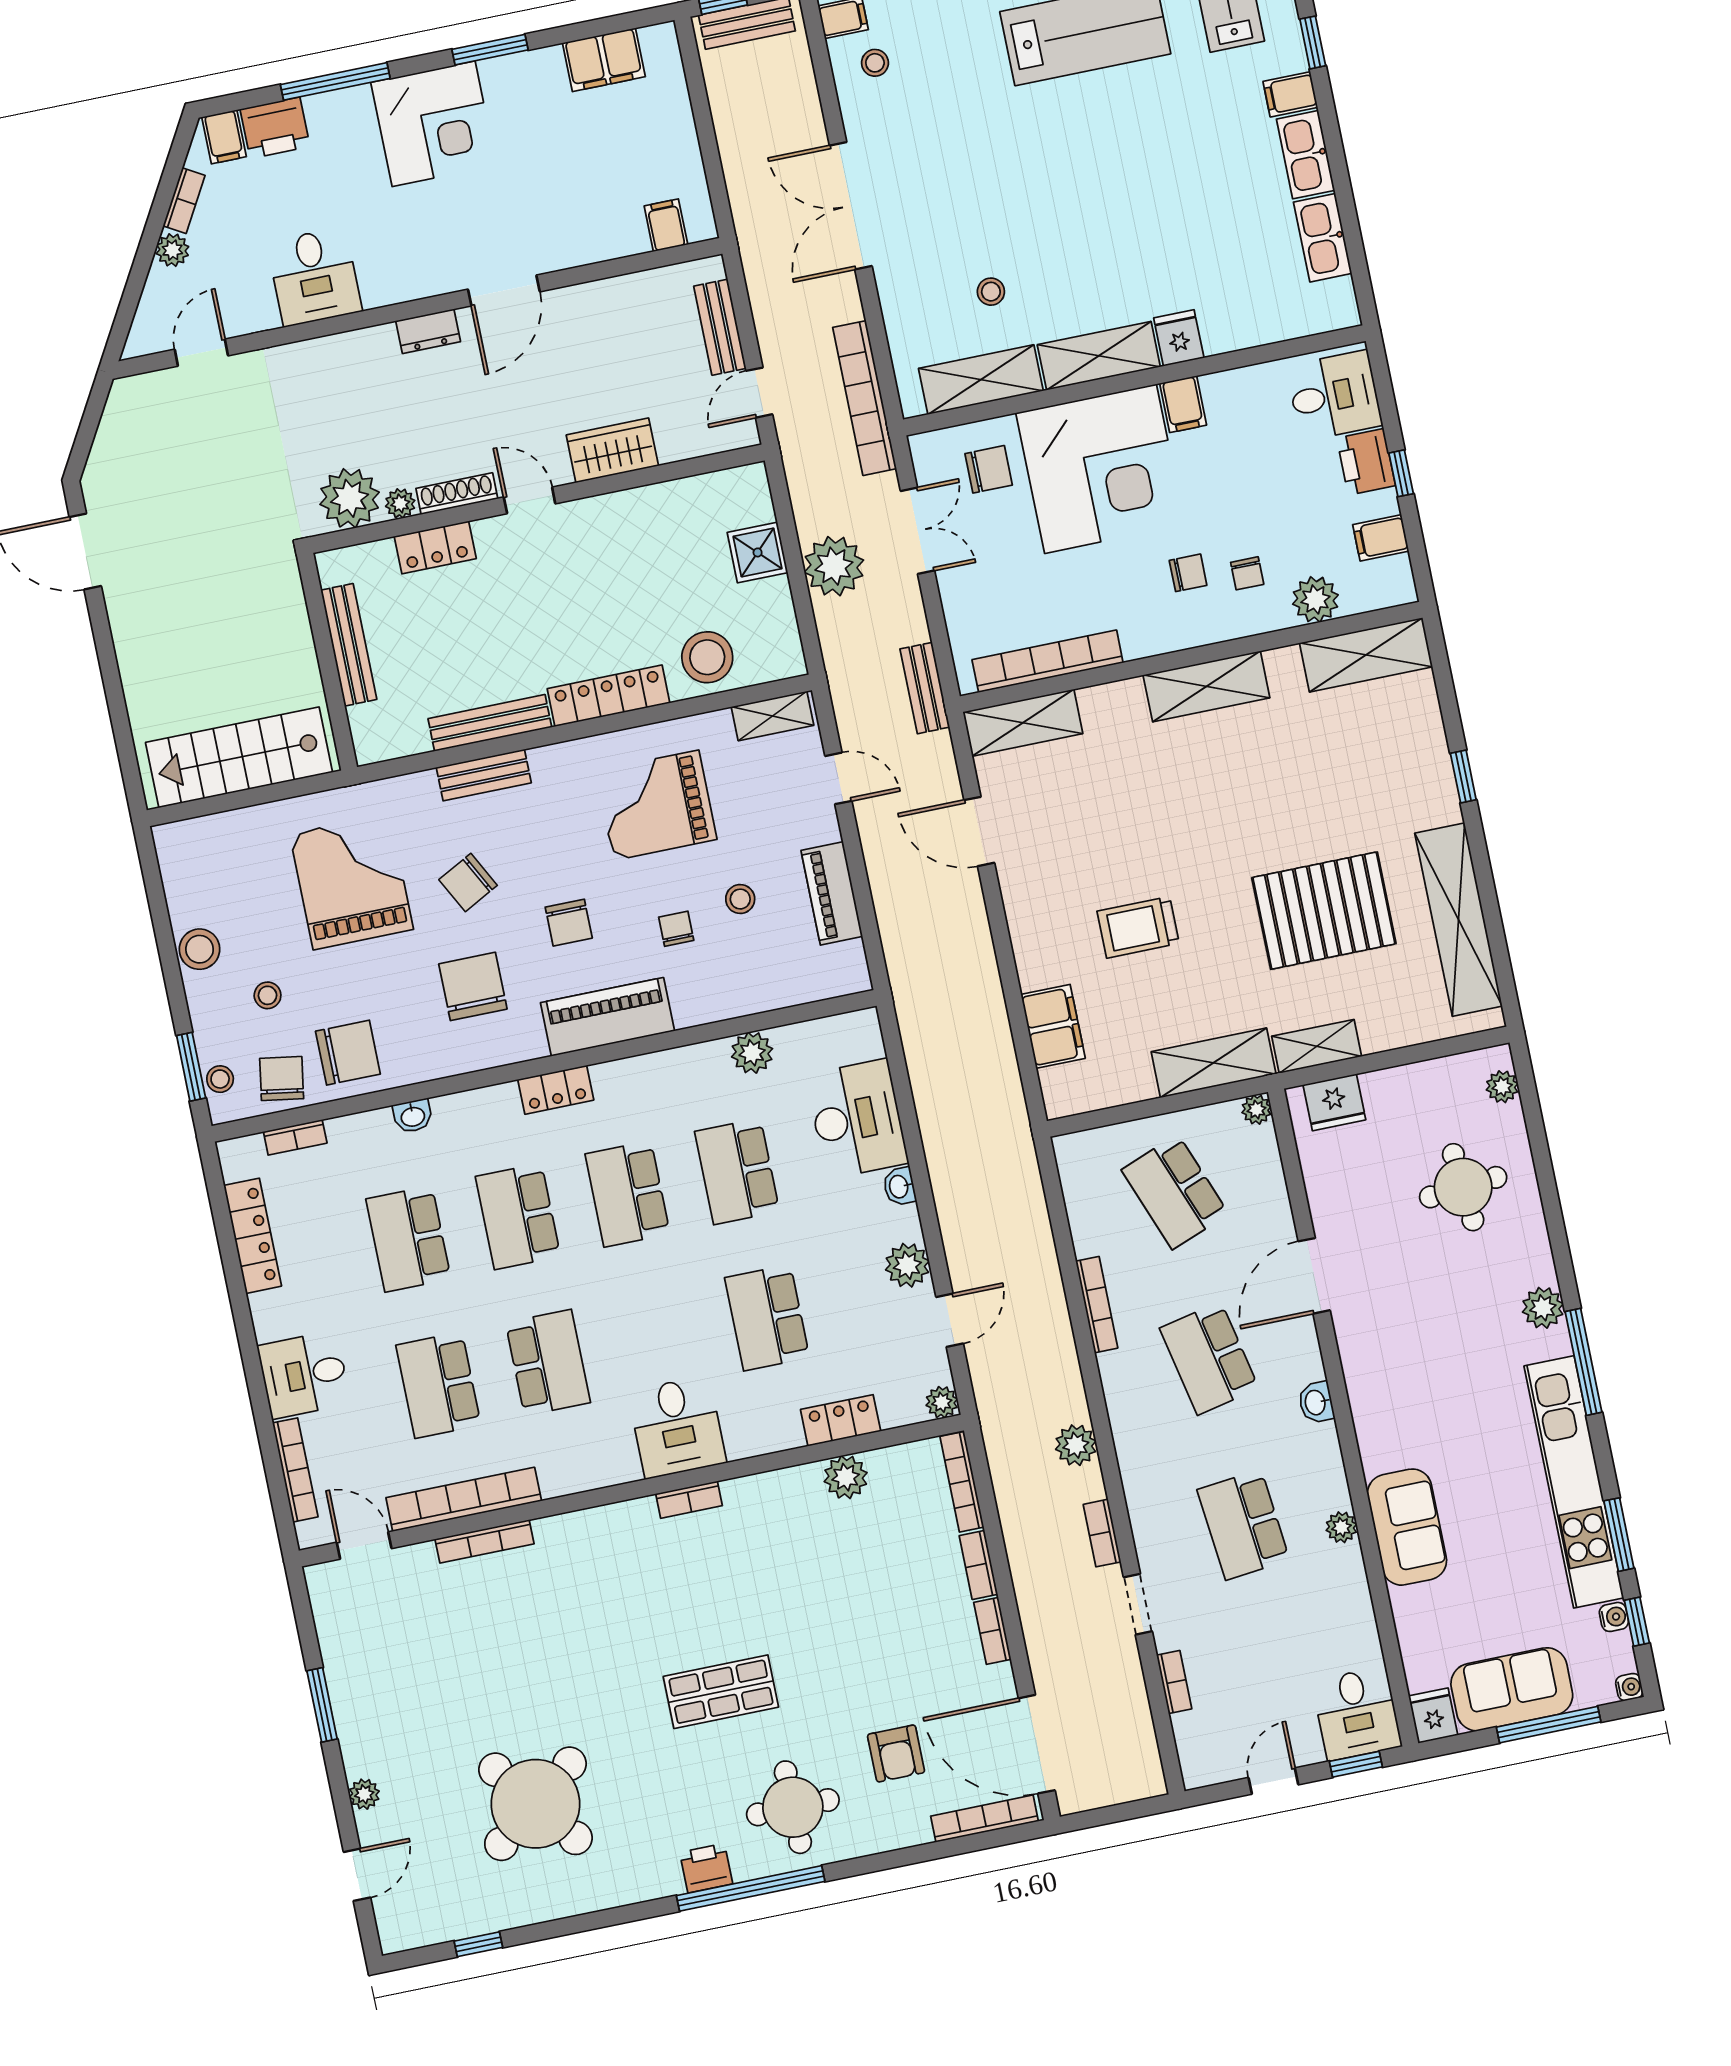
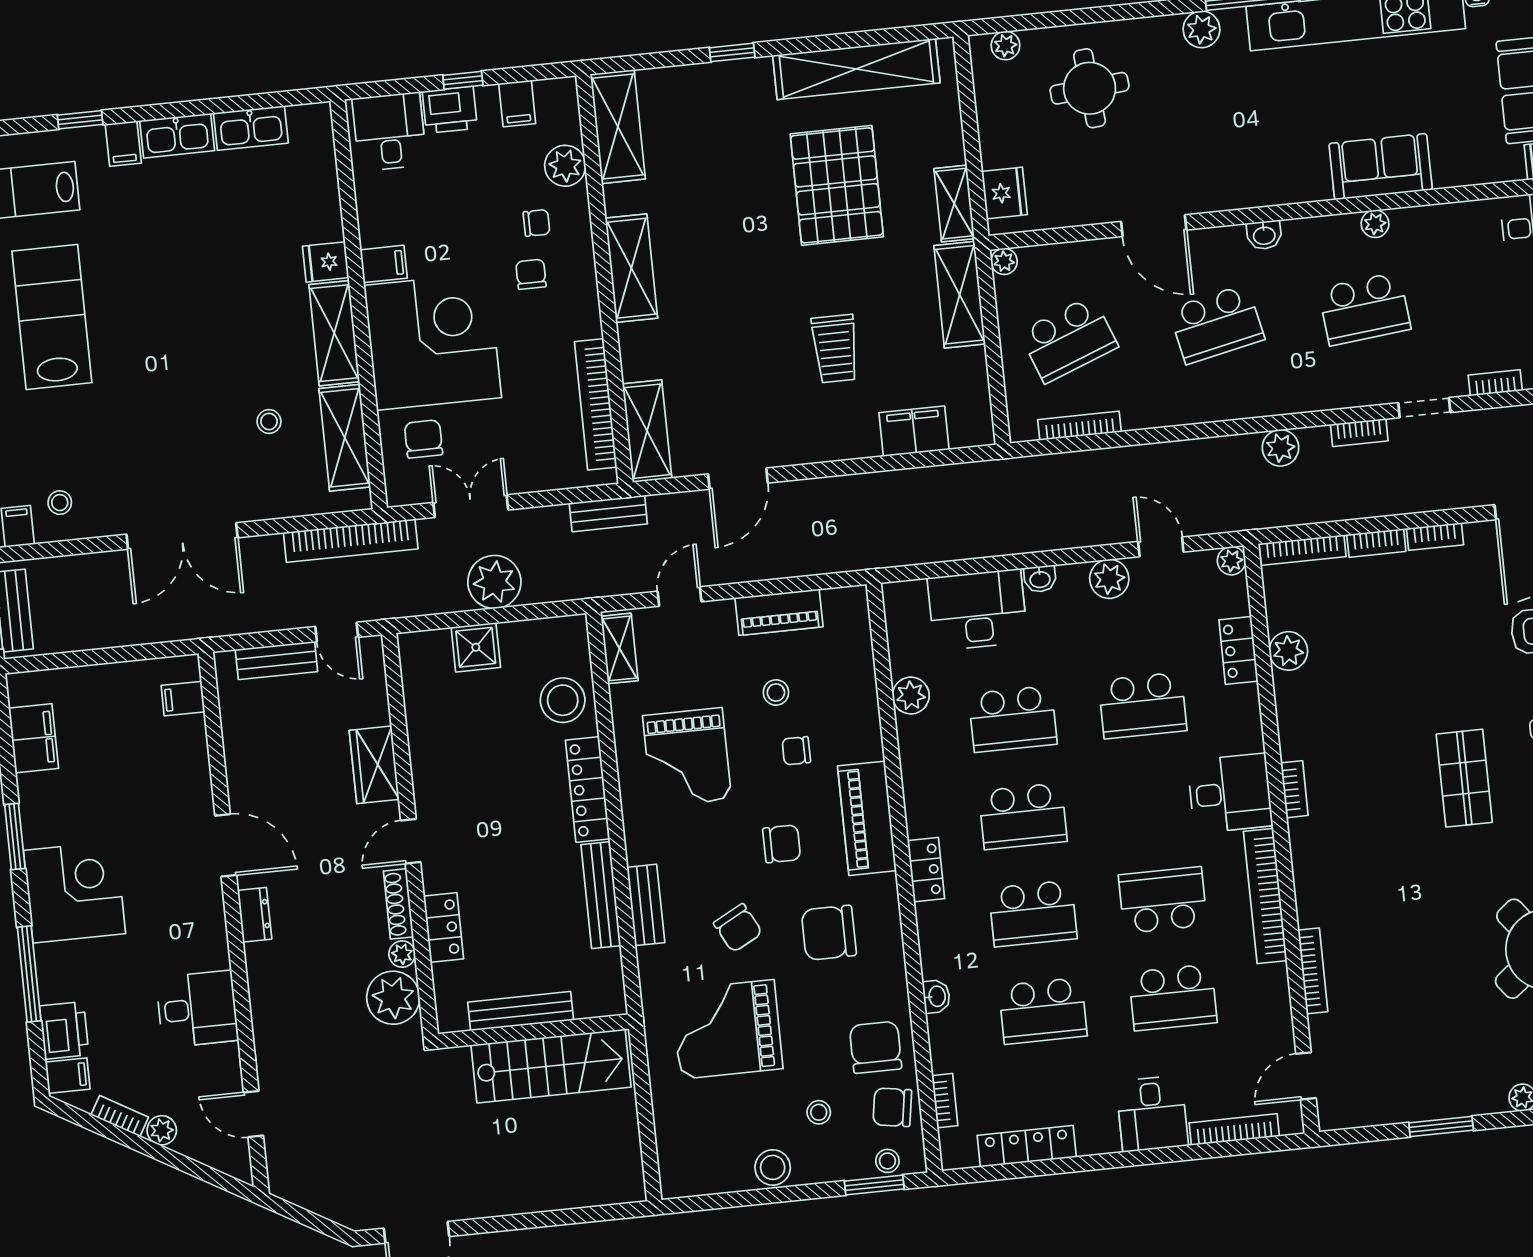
stairs: (239, 757) -> (551, 1066), moved, turned -90
bookcase: (1097, 1305) -> (1080, 426), moved
bookcase: (464, 1499) -> (1265, 896), moved

